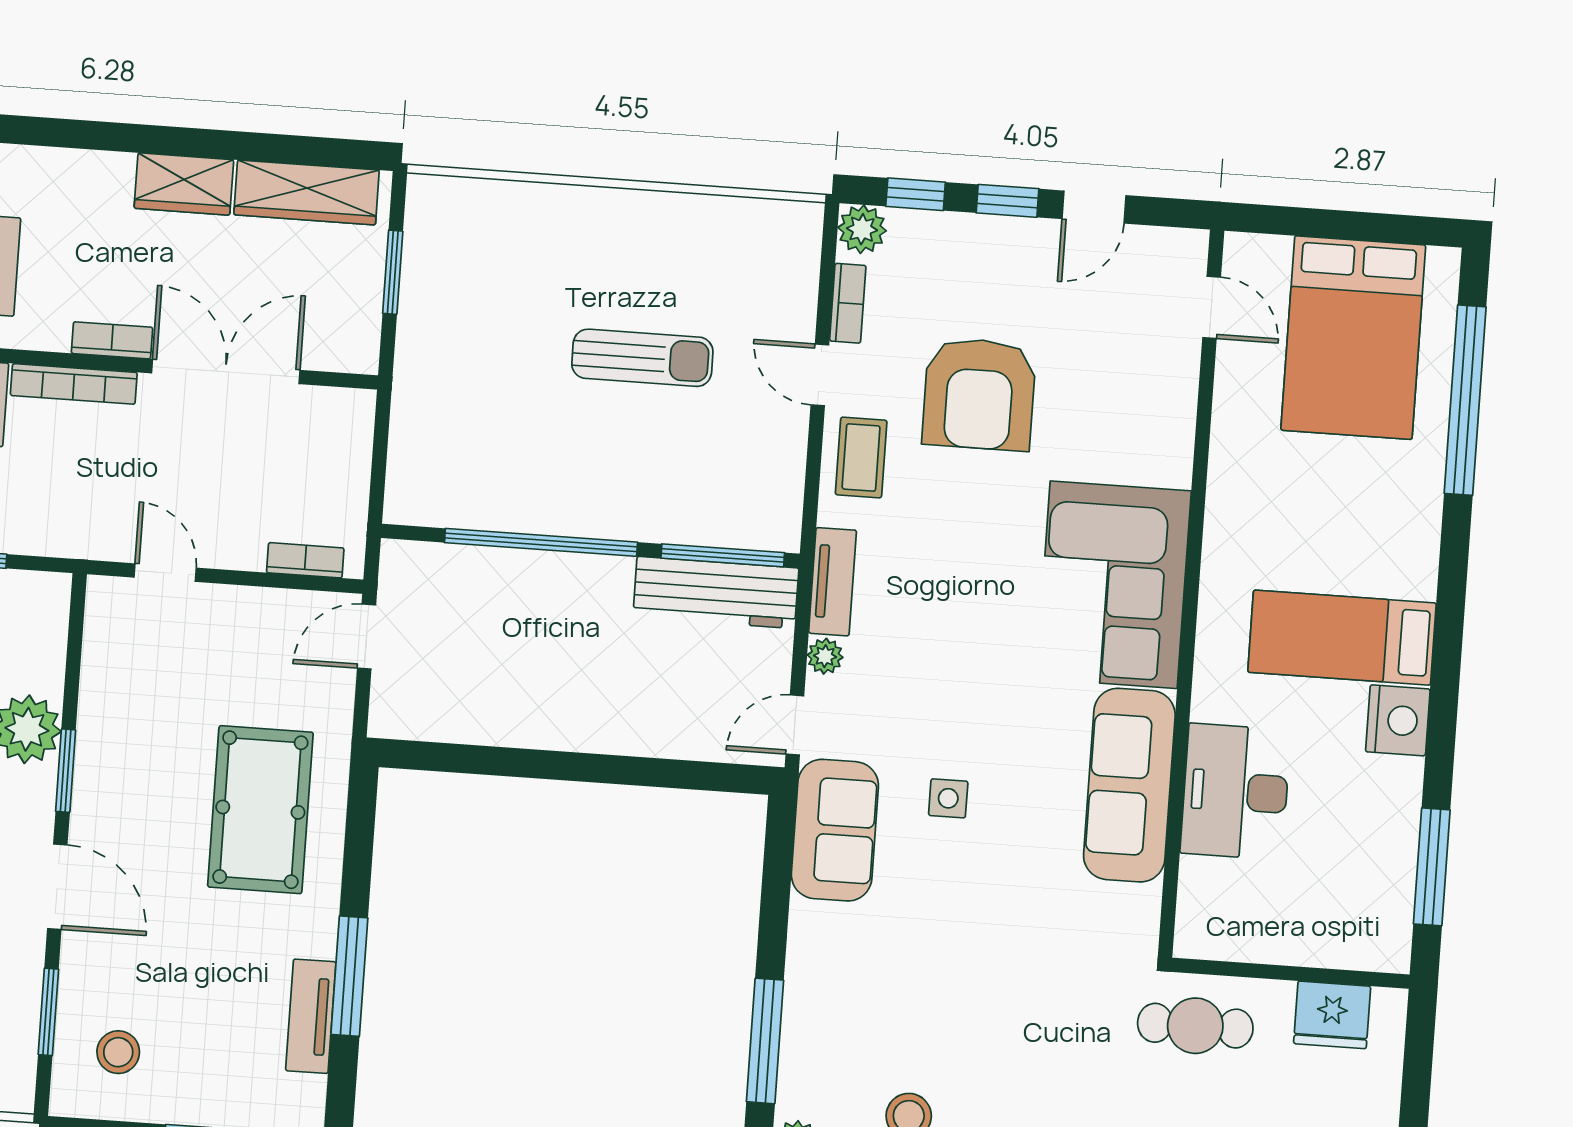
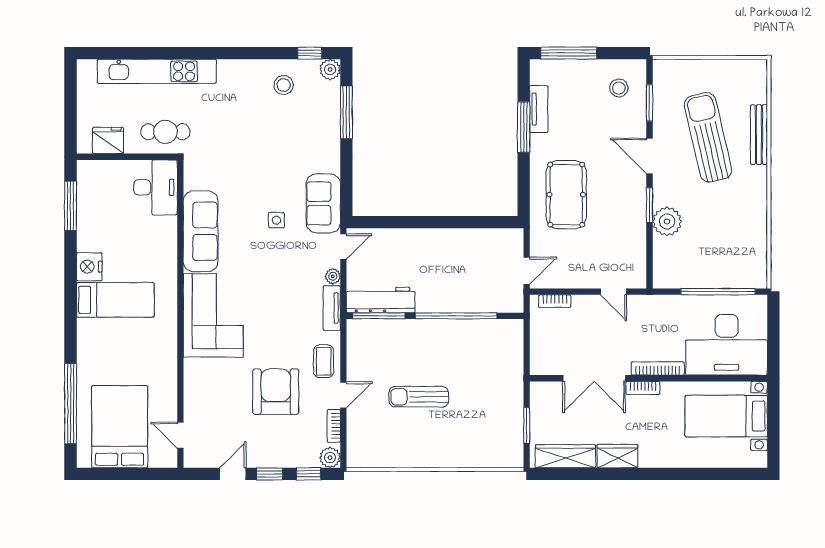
door: (820, 375) -> (343, 395), hinge flipped
desk: (1235, 791) -> (156, 187), moved

